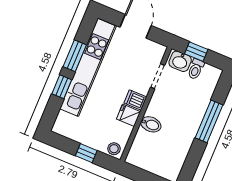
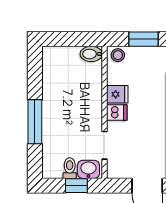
bidet: (151, 124) -> (91, 54), moved
window: (86, 153) -> (144, 39), width x1.50

